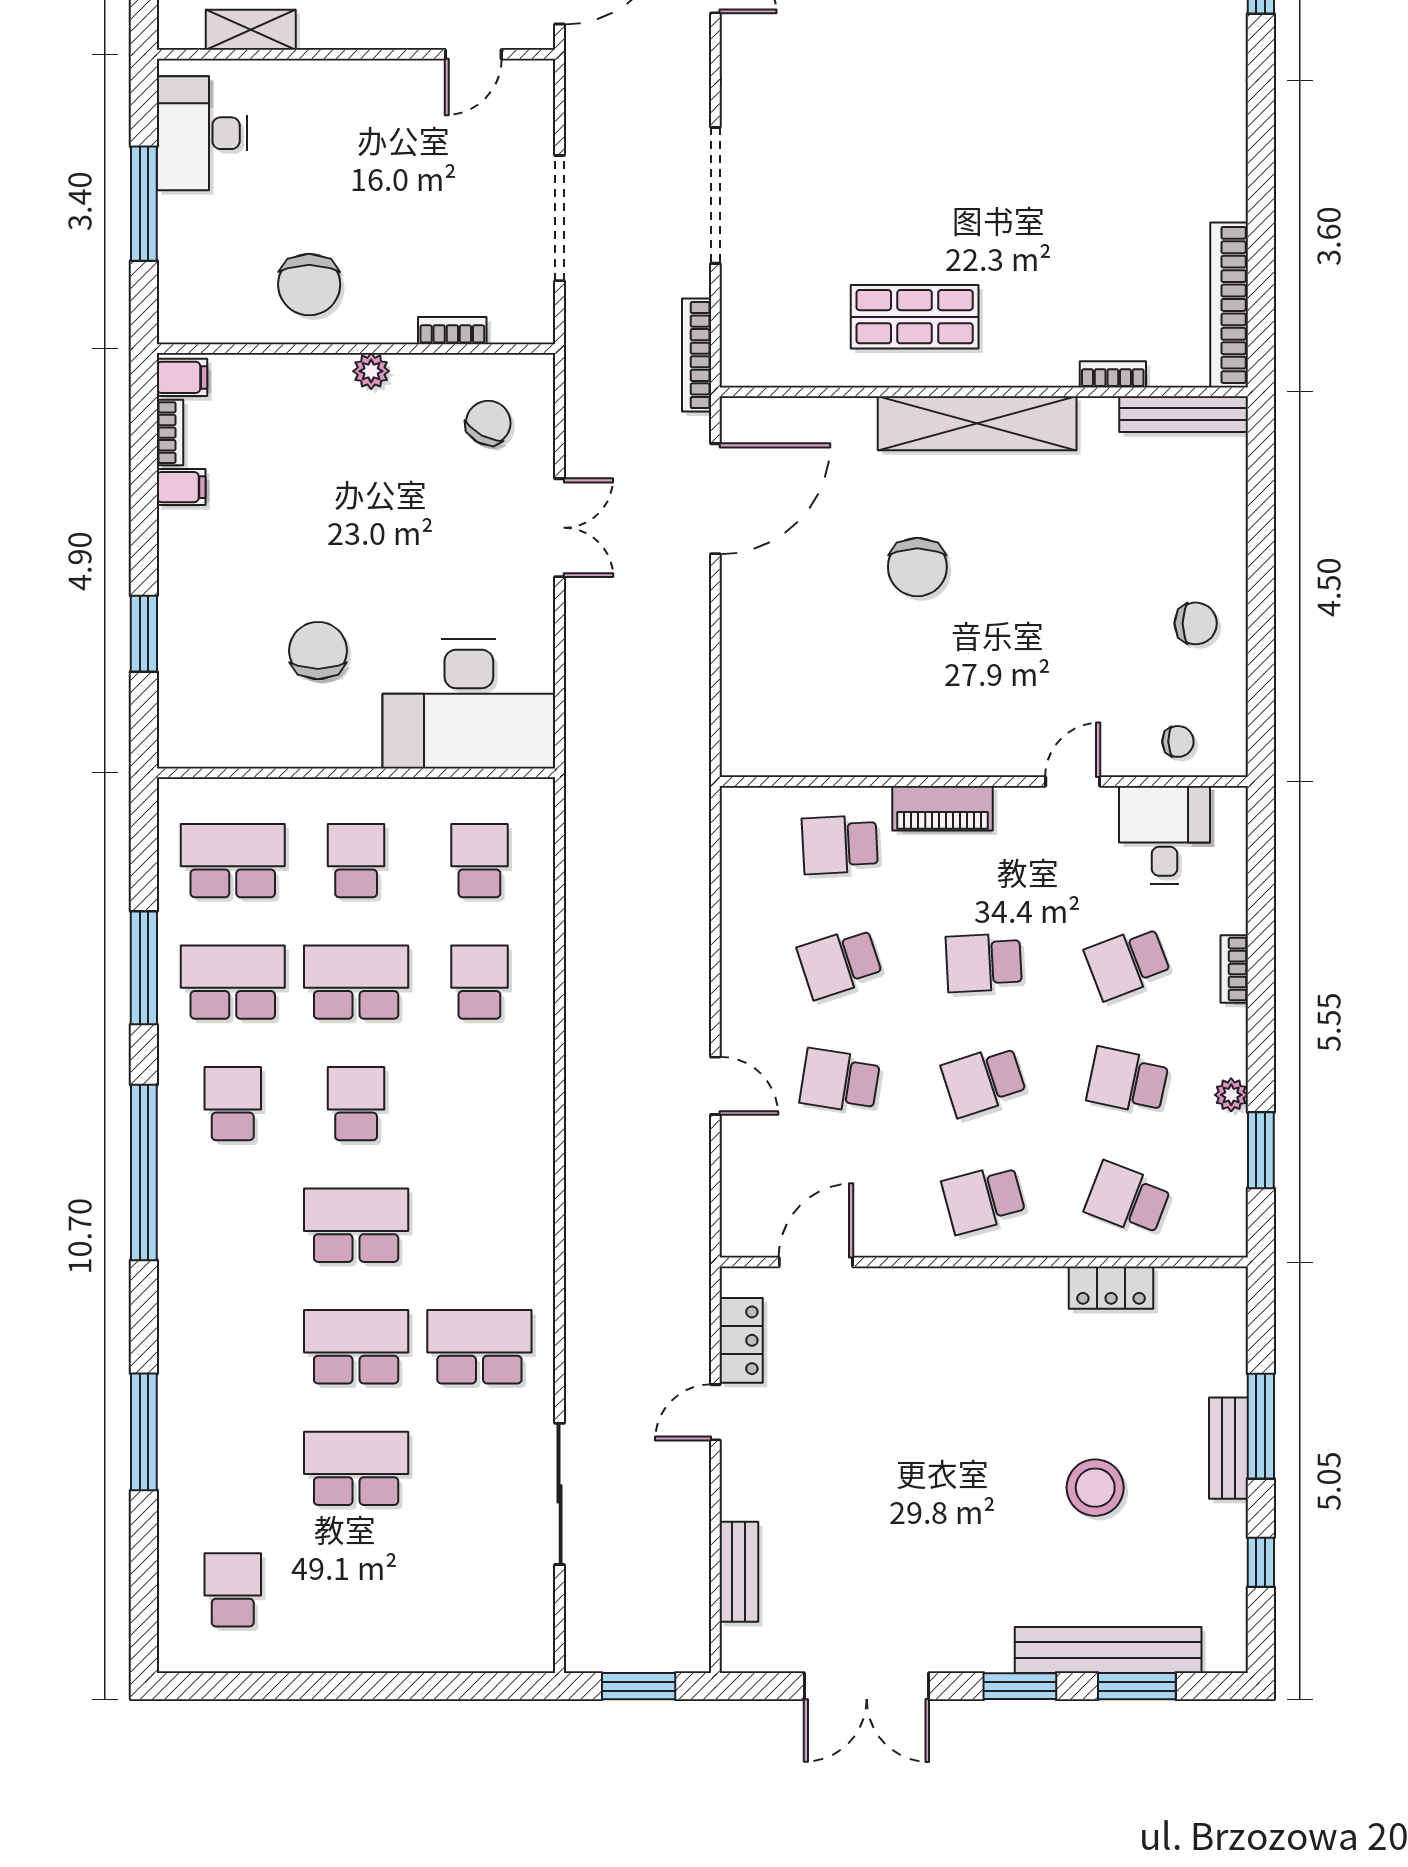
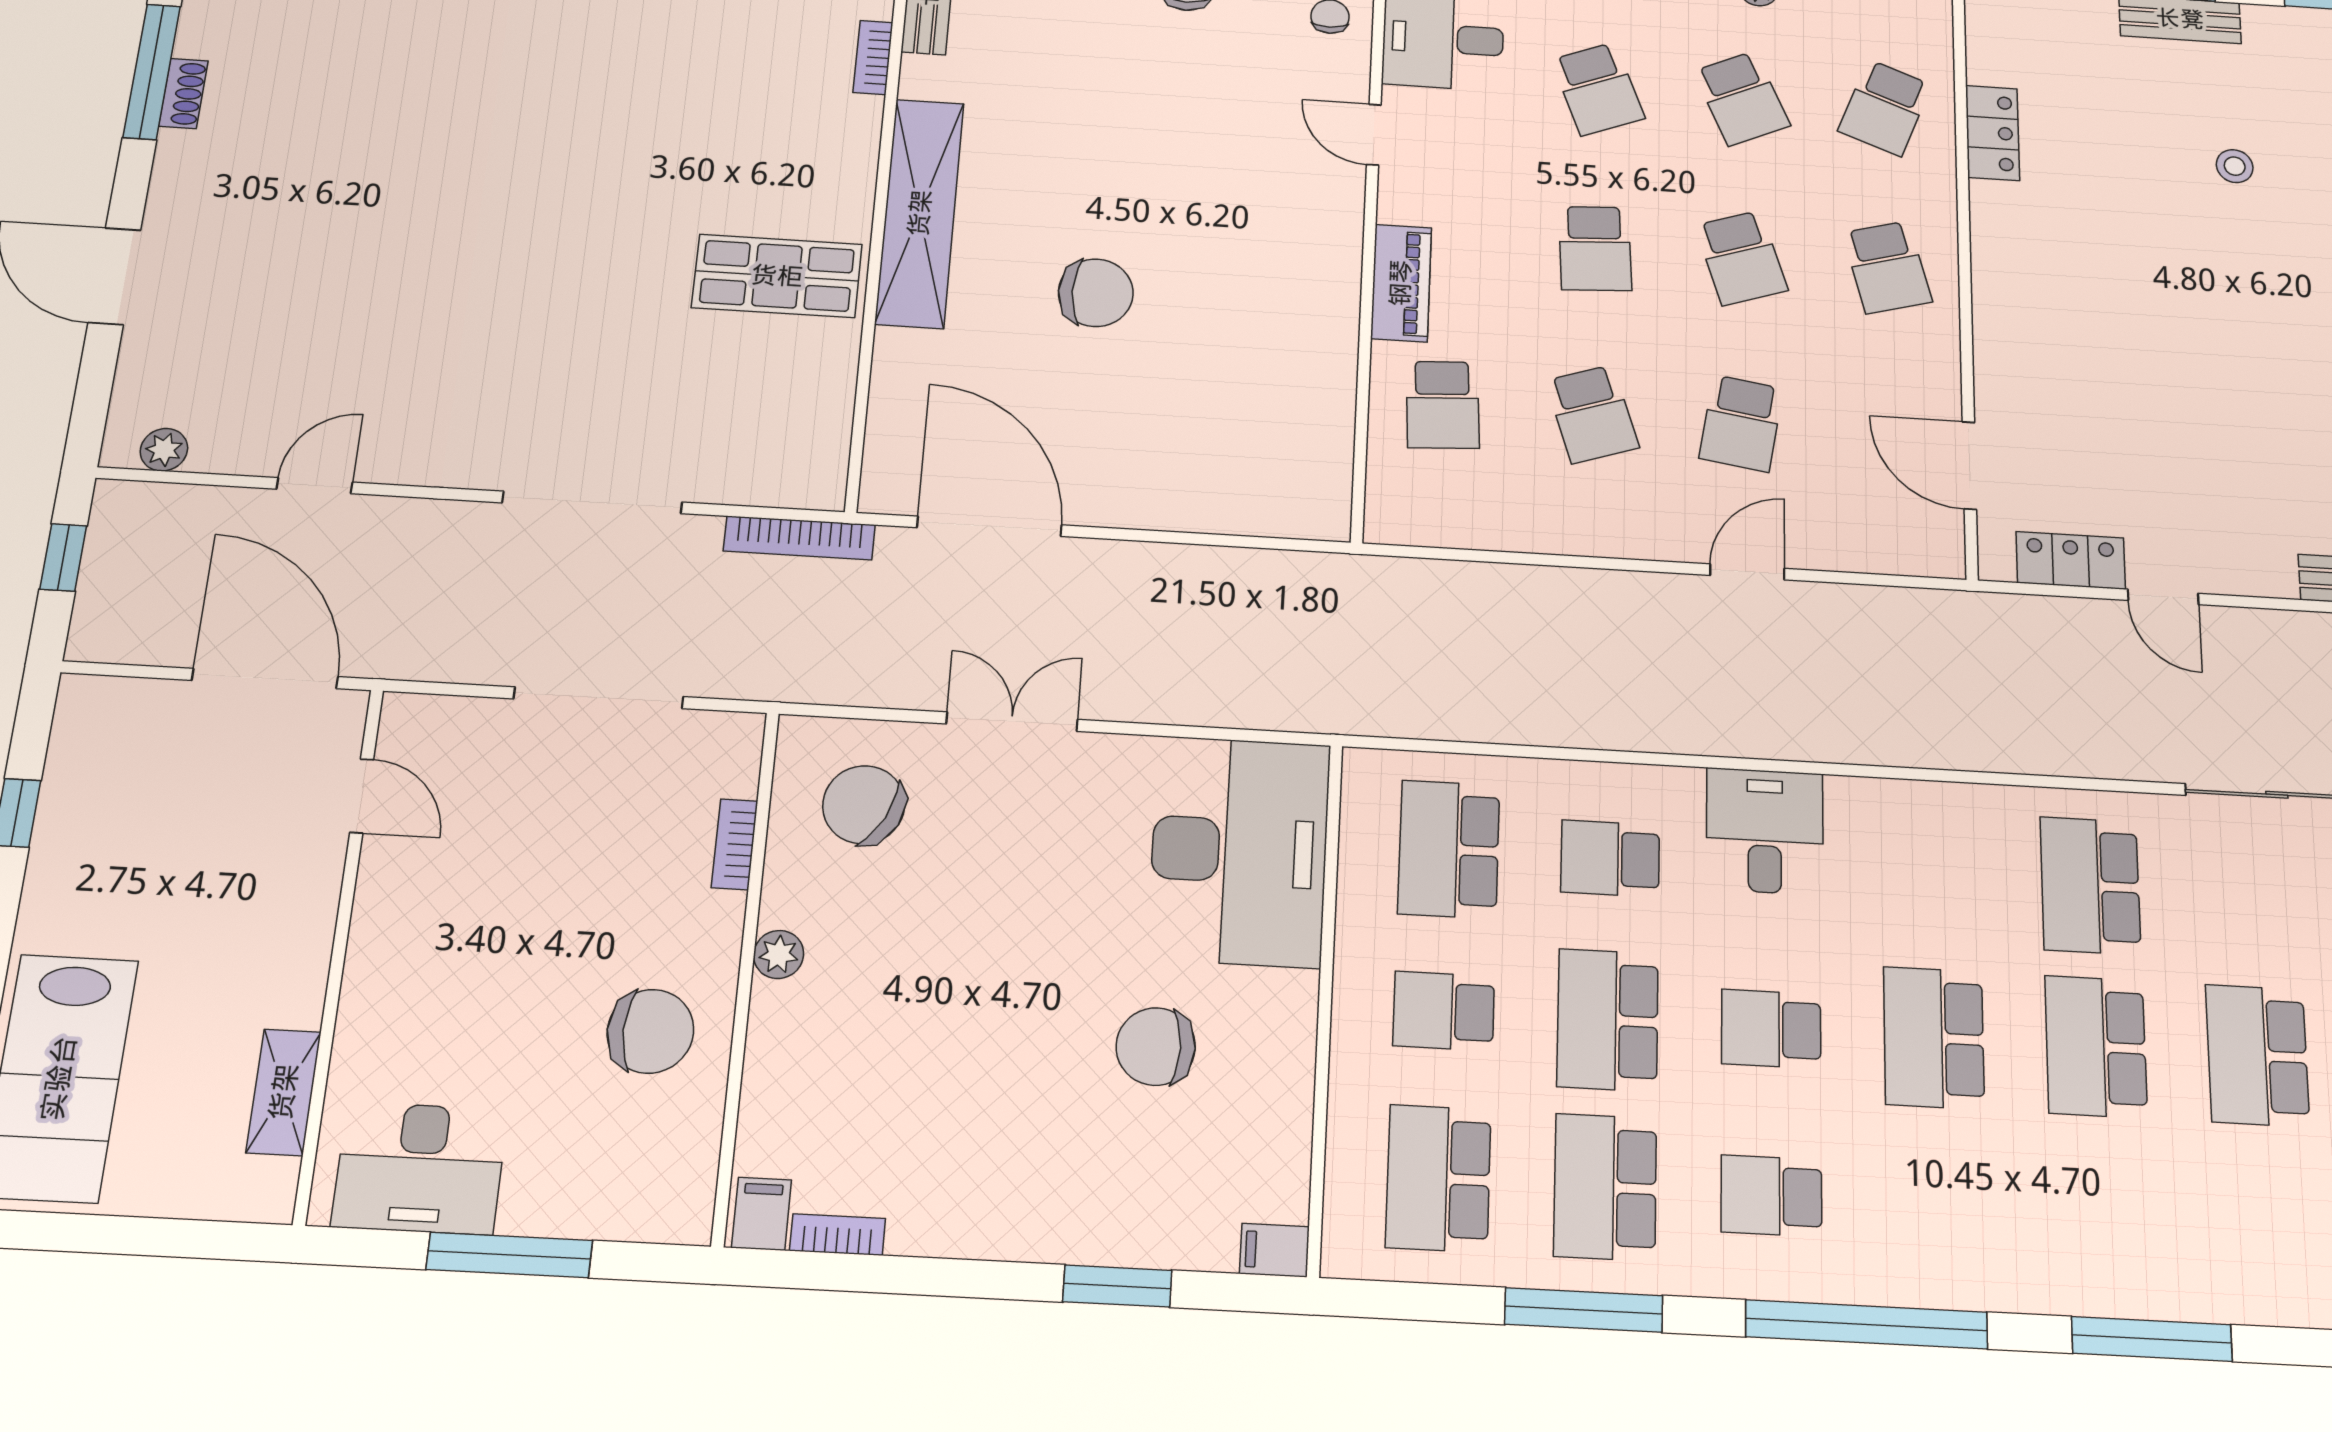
shop shelf: (915, 317) -> (777, 276), turned 90
chair: (488, 423) -> (864, 805), width x1.37, depth x1.37
filing cabinet: (181, 487) -> (1274, 1250), moved, turned -90
school desk: (479, 861) -> (1449, 849), width x1.85
school desk: (1128, 1081) -> (1742, 98), turned -36
desk: (508, 1099) -> (1765, 831), added
window: (144, 1432) -> (2152, 1339), moved
stool: (1095, 1488) -> (2235, 166), width x0.53, depth x0.53

